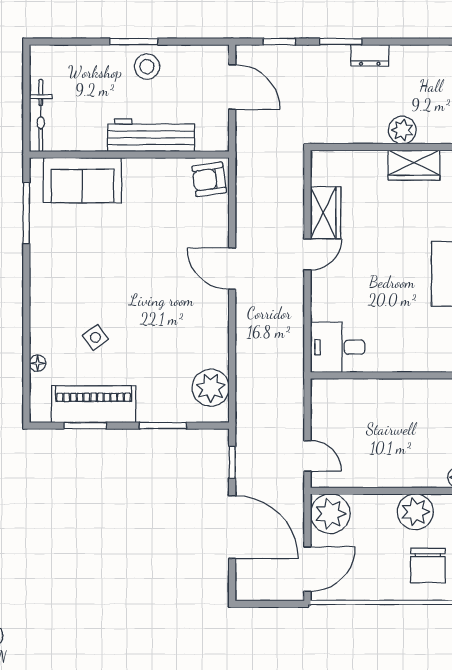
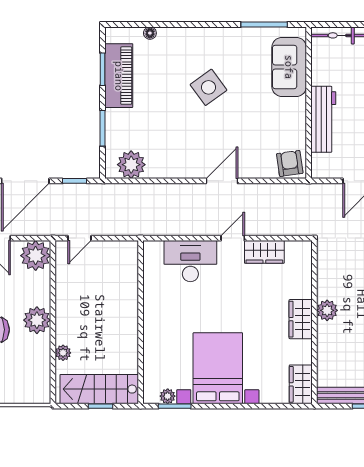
door: (307, 254) -> (233, 238), swing flipped
side table: (95, 337) -> (208, 87), moved, width x1.87, depth x1.87
desk: (338, 347) -> (190, 261), moved, width x1.37

